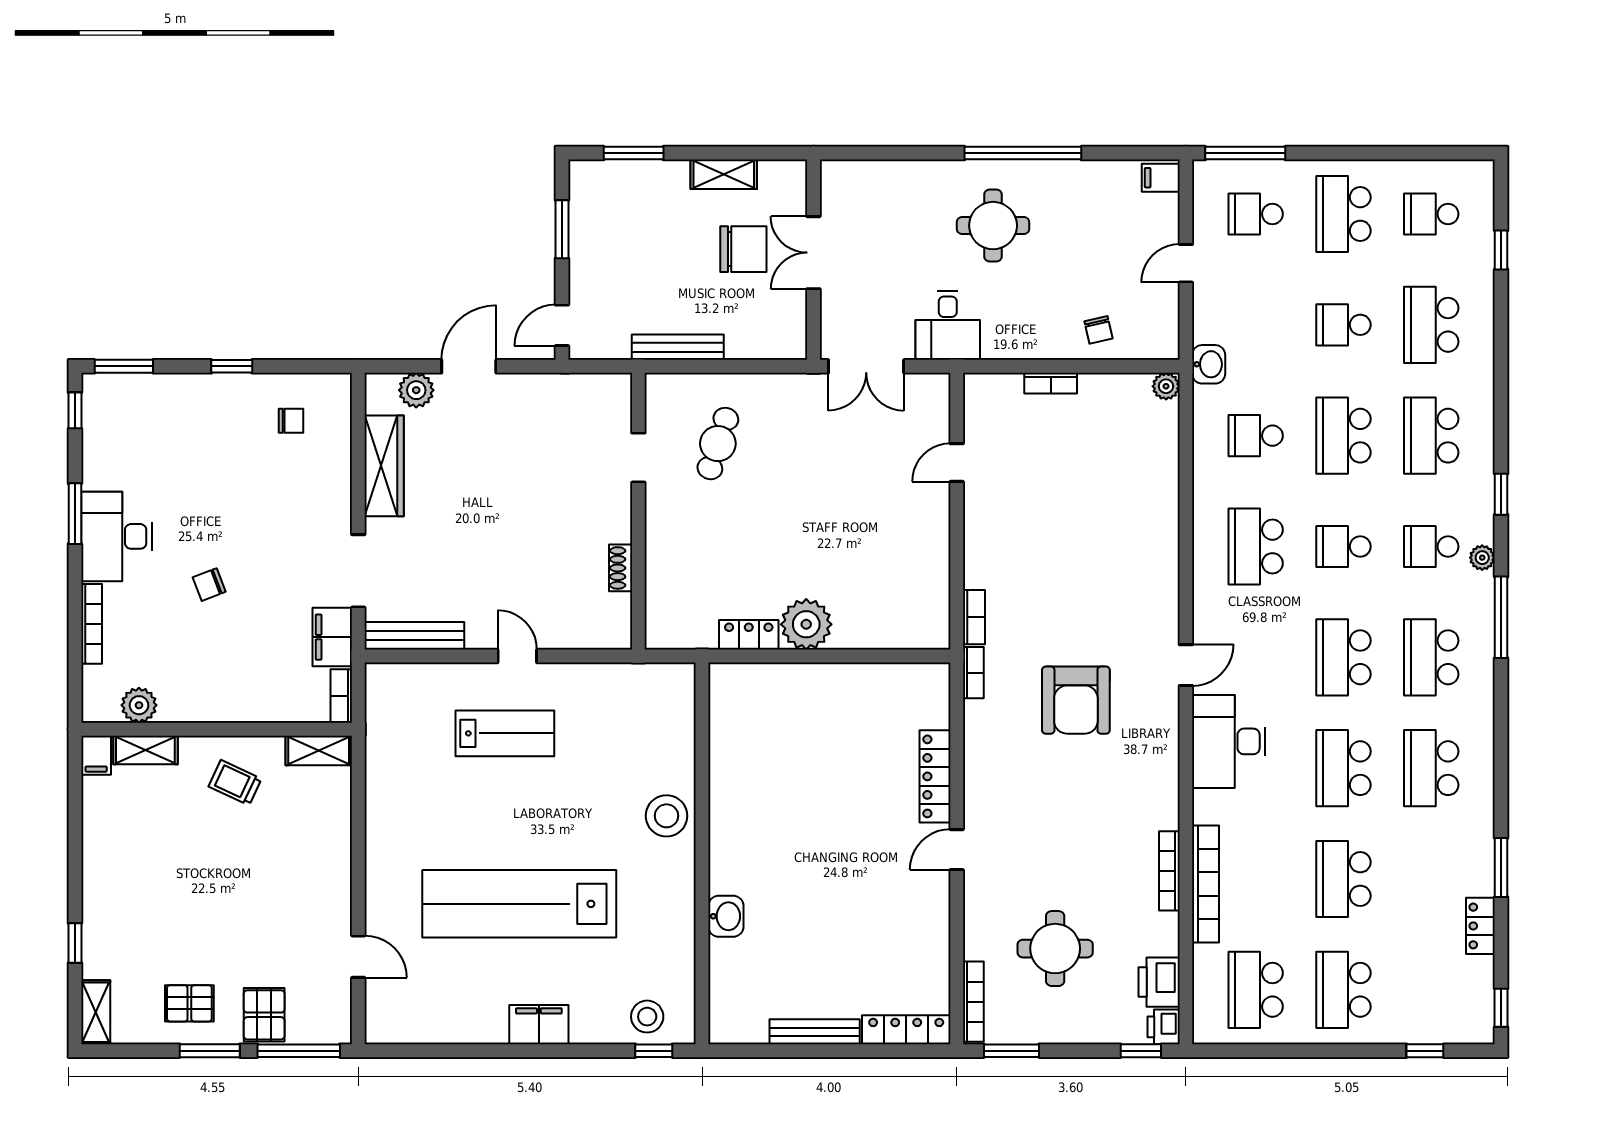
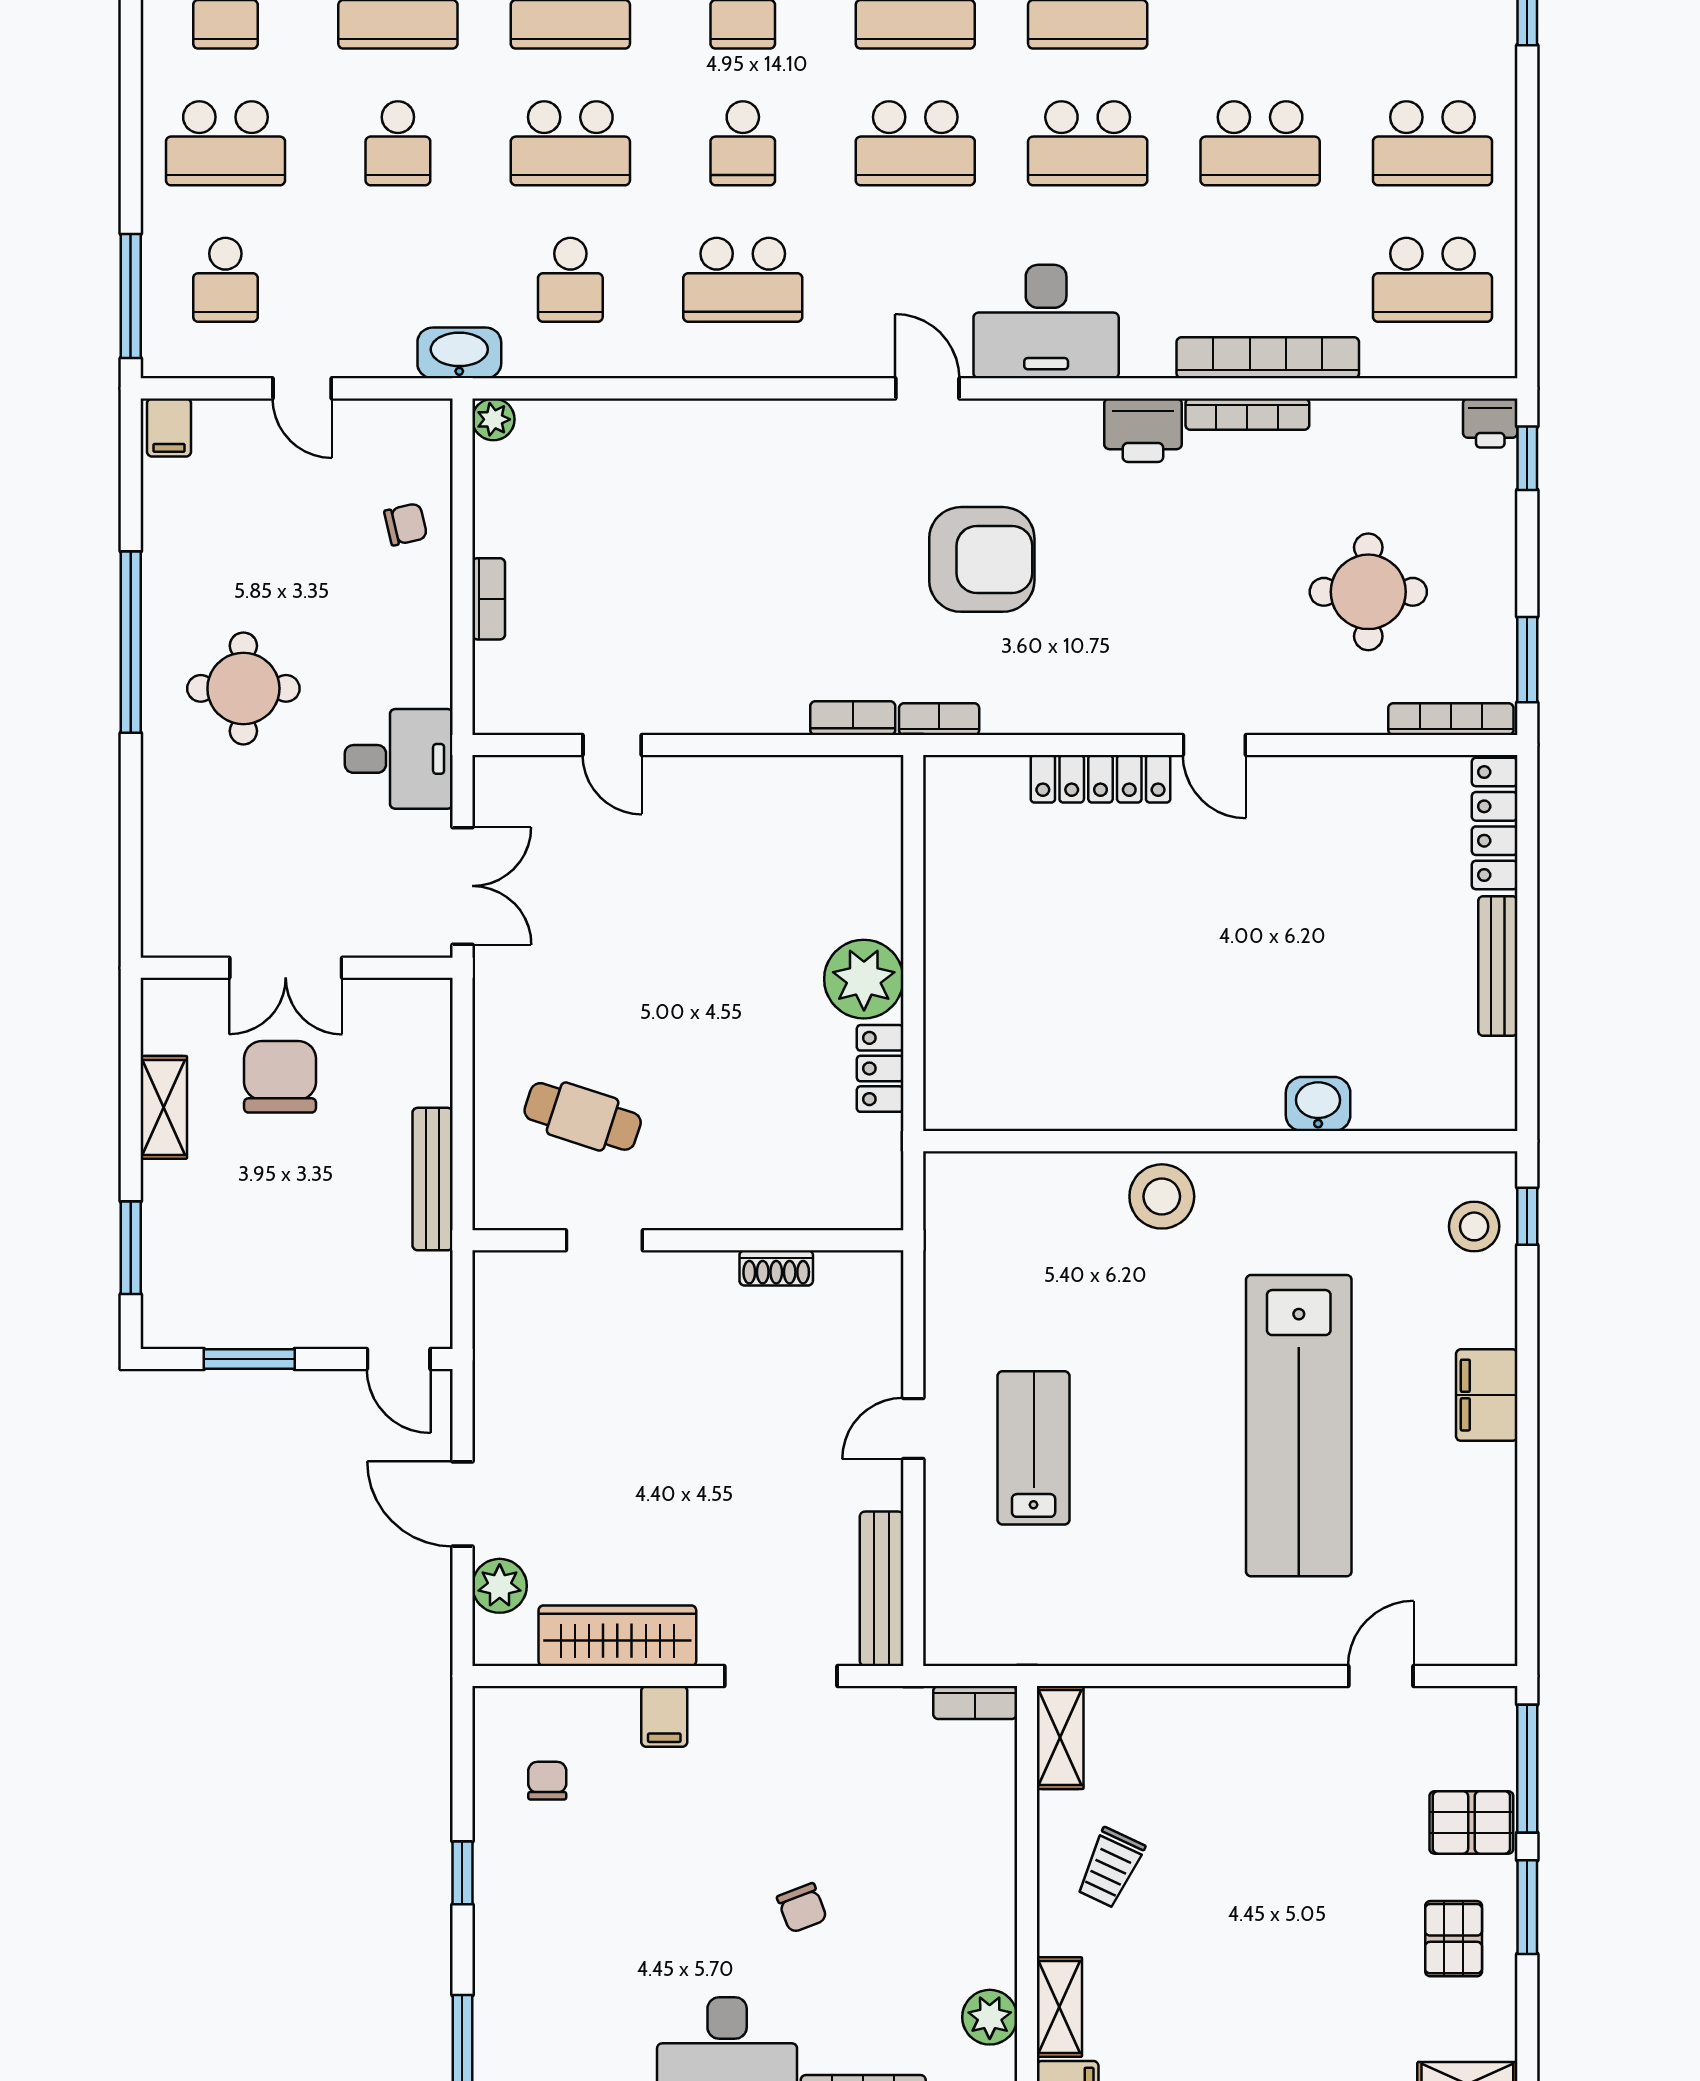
washbasin: (1209, 364) -> (459, 353), width x1.38
filing cabinet: (332, 637) -> (664, 1716), moved, width x0.50
printer: (1159, 982) -> (1143, 430), moved

